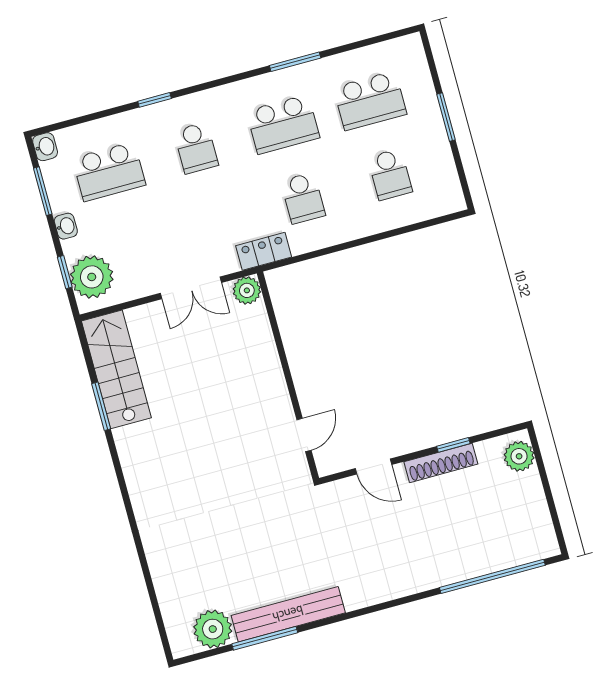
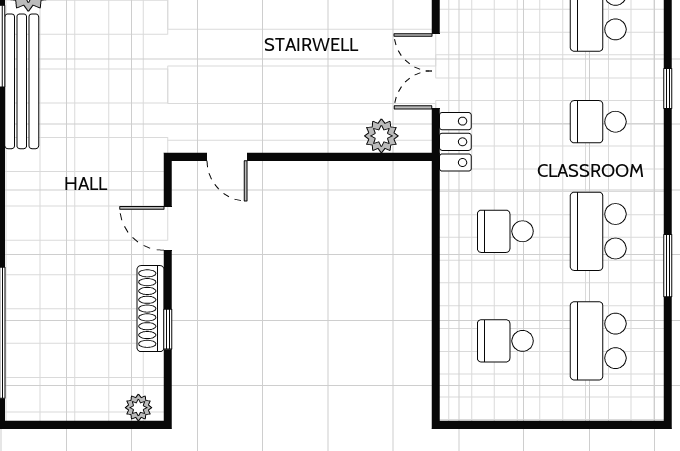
window: (446, 117) -> (555, 425), removed
locker: (264, 251) -> (455, 142), moved
plant: (247, 290) -> (381, 136), moved
plant: (519, 456) -> (138, 408), width x0.73, depth x0.73
door: (374, 467) -> (168, 228), hinge flipped

